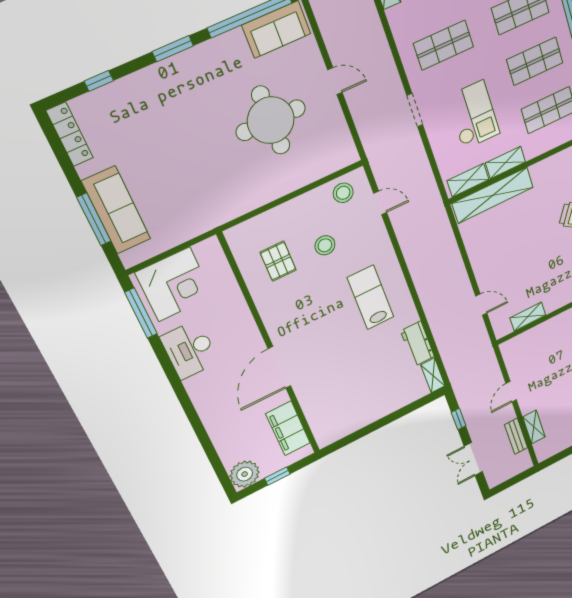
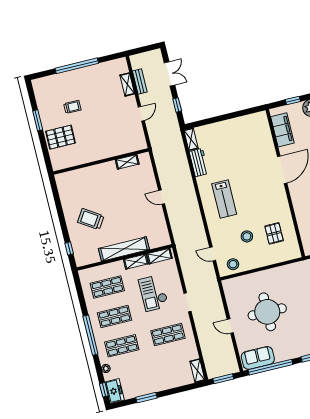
shelving: (493, 195) -> (124, 249), moved
door: (481, 305) -> (162, 197), moved

